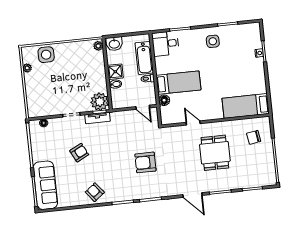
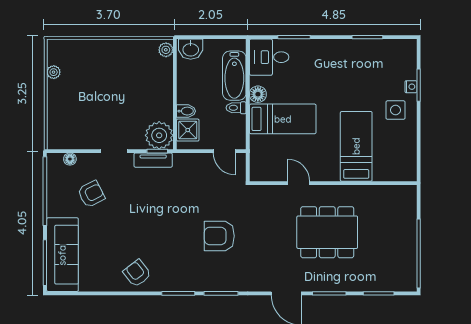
side table: (213, 41) -> (396, 110), moved
side table: (46, 55) -> (85, 55), removed
shower: (115, 72) -> (188, 130), moved
floor lamp: (164, 100) -> (258, 94), moved
bed: (246, 106) -> (356, 146), moved, turned 90
chair: (254, 137) -> (389, 215), removed
armchair: (79, 153) -> (91, 194), moved
dining table: (215, 153) -> (327, 232), width x1.37

